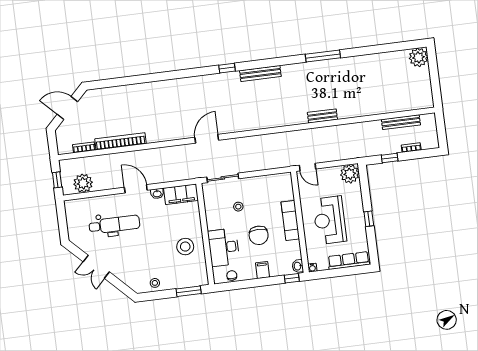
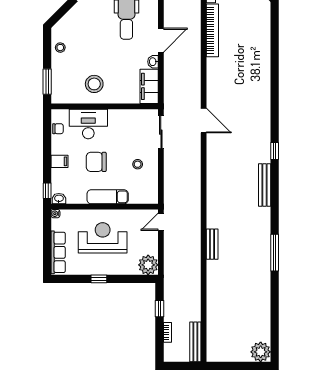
bench: (401, 122) -> (195, 342), moved
stool: (238, 207) -> (138, 164), moved

